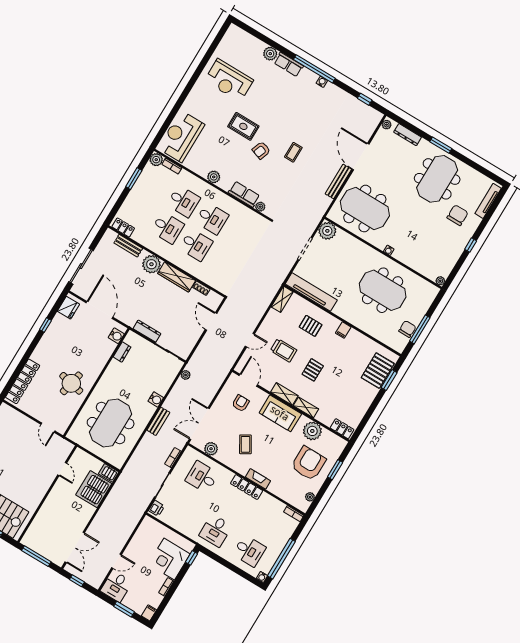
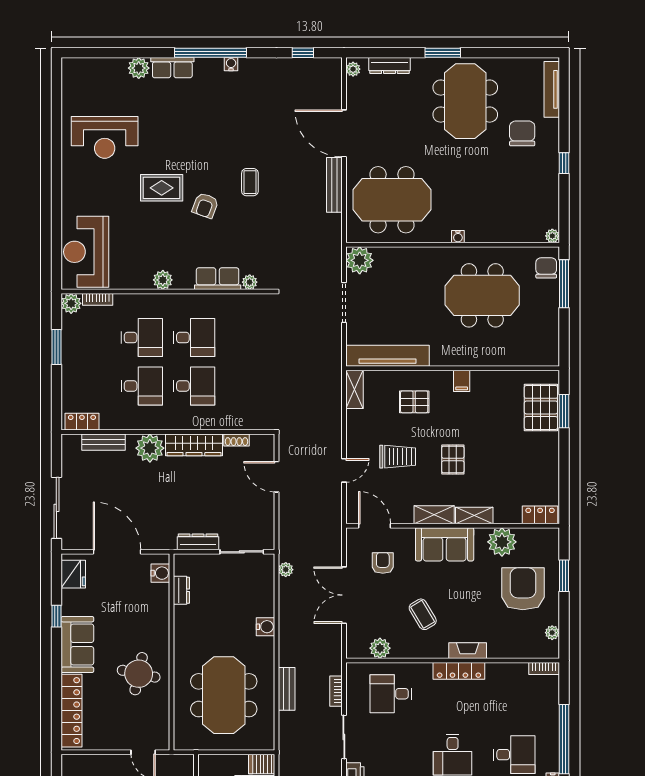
chair: (407, 329) -> (546, 268), moved
window: (420, 329) -> (564, 284), moved
sofa: (48, 347) -> (77, 644), added
bench: (158, 421) -> (287, 689), moved
double door: (199, 424) -> (344, 595), moved

